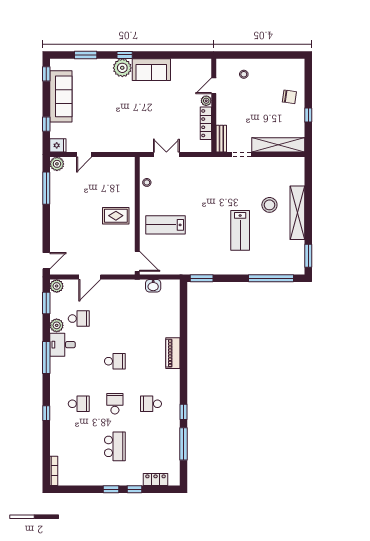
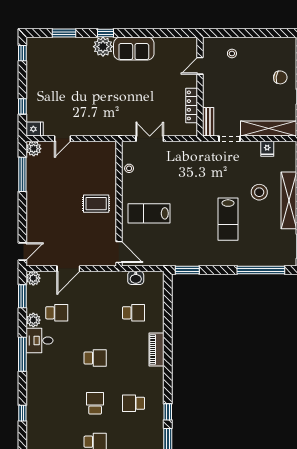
sofa: (61, 96) -> (38, 77), removed
plant: (206, 101) -> (192, 82), removed
fridge: (277, 164) -> (267, 149), added
school desk: (79, 404) -> (134, 313), moved

